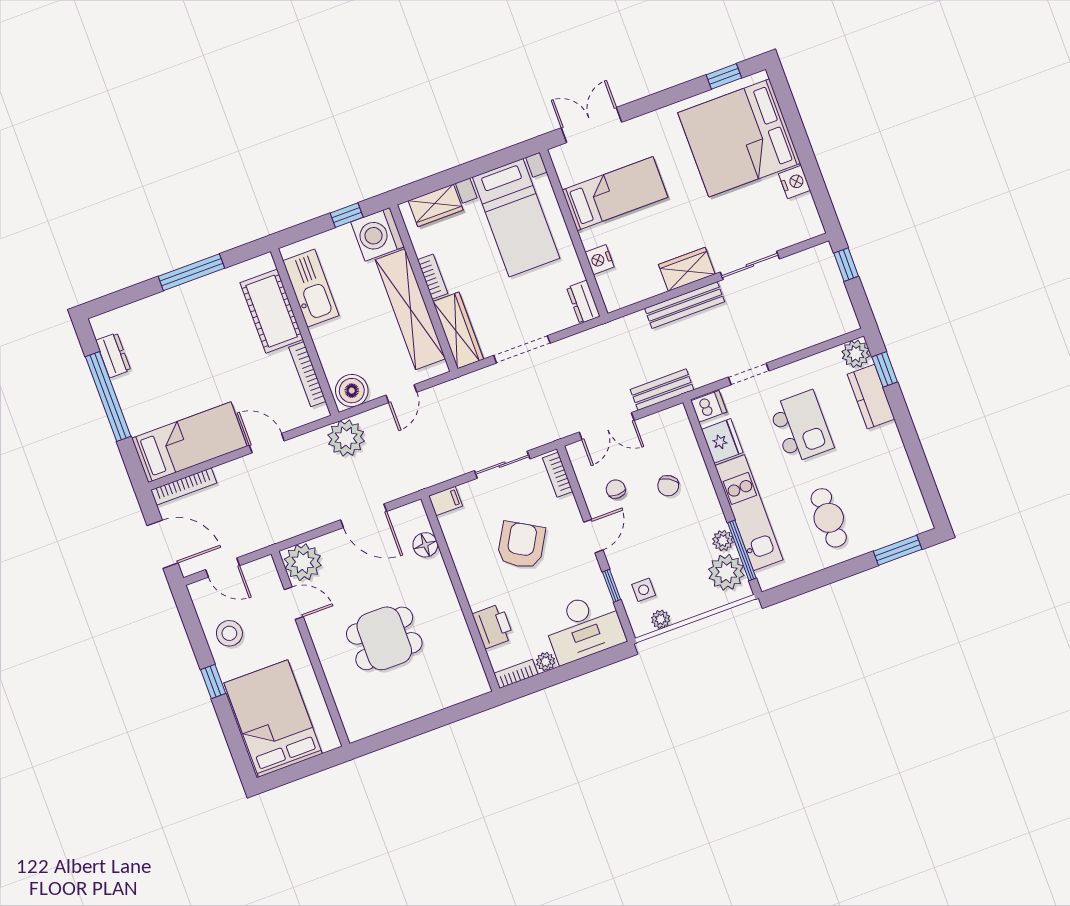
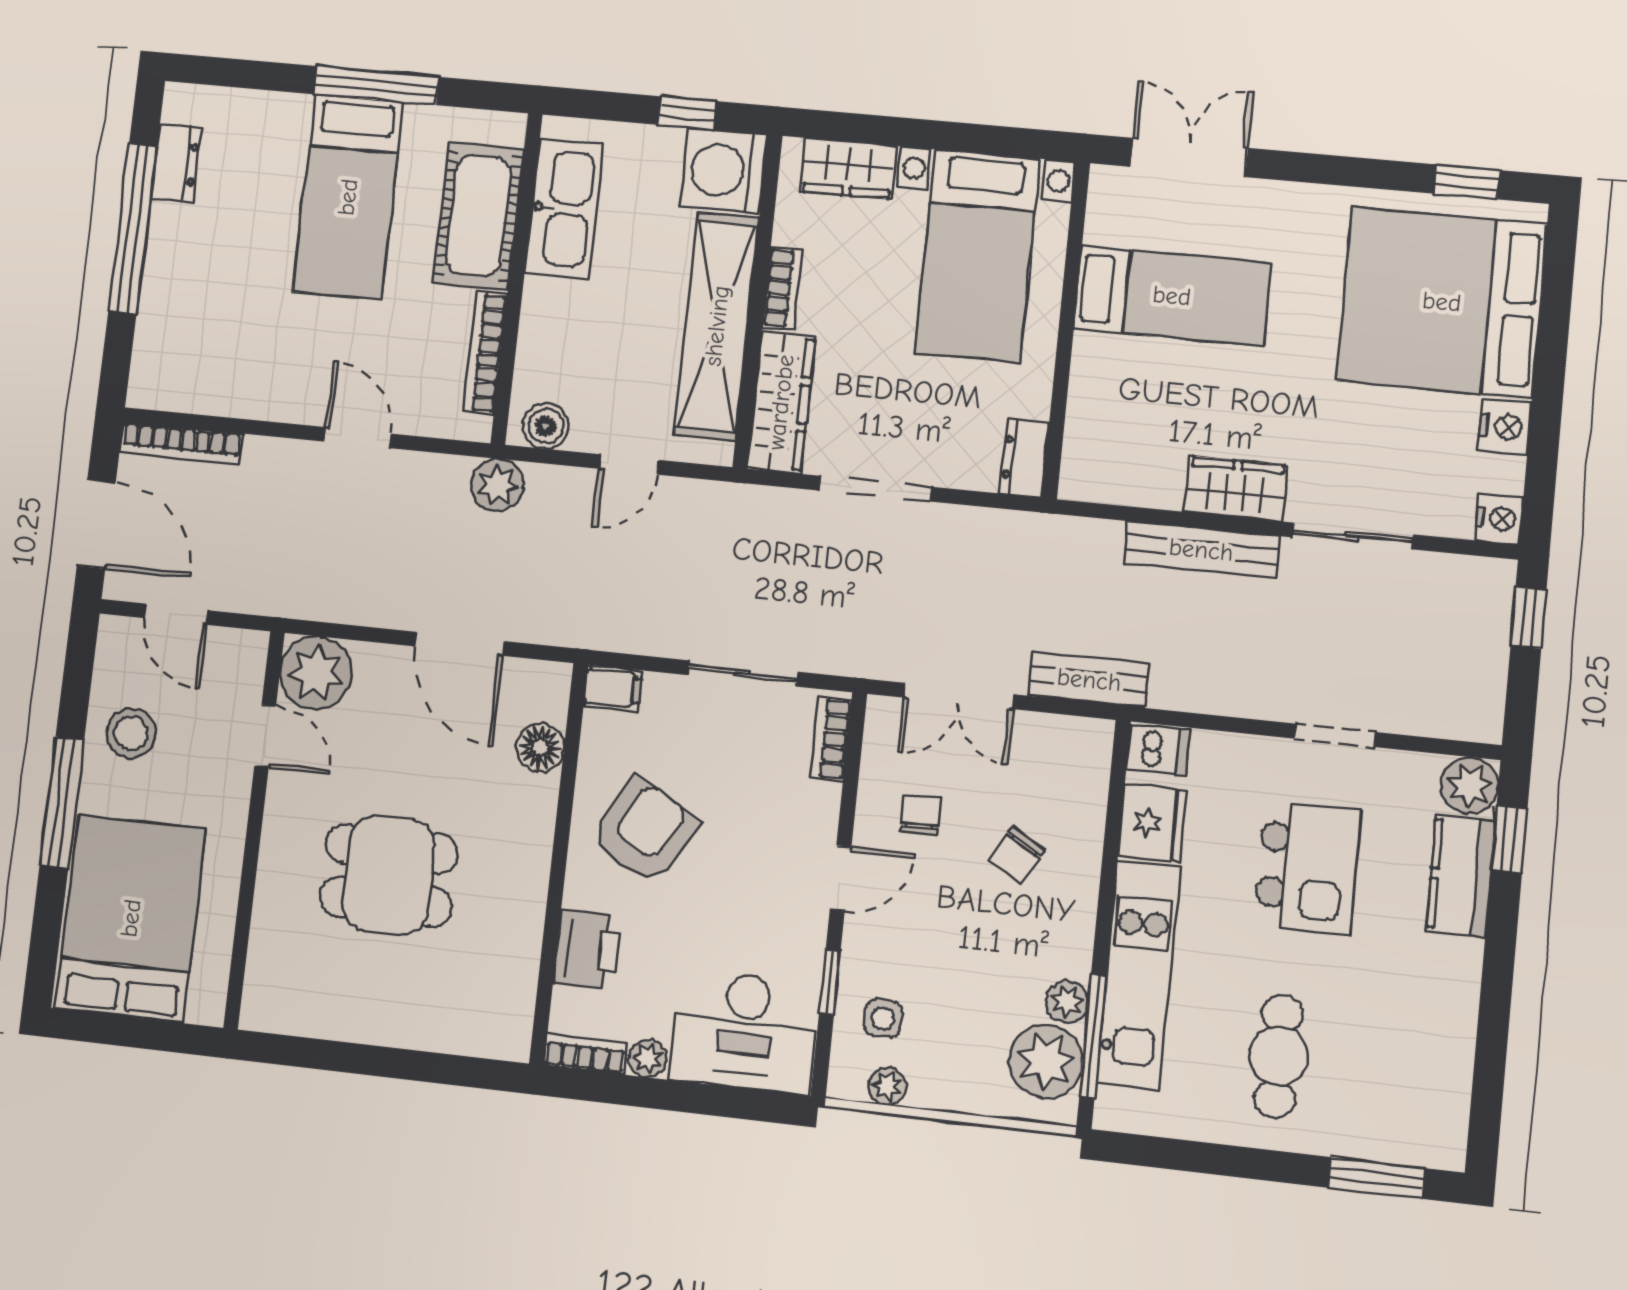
nightstand: (599, 260) -> (1499, 519), moved, turned 180
doorway: (749, 374) -> (1335, 735), moved
boiler: (352, 391) -> (546, 426), width x0.73, depth x0.73
plant: (346, 438) -> (497, 485), width x0.73, depth x0.73
bed: (189, 442) -> (348, 197), moved, turned 90
armchair: (521, 545) -> (644, 831), moved
window: (213, 682) -> (62, 803), width x2.17

